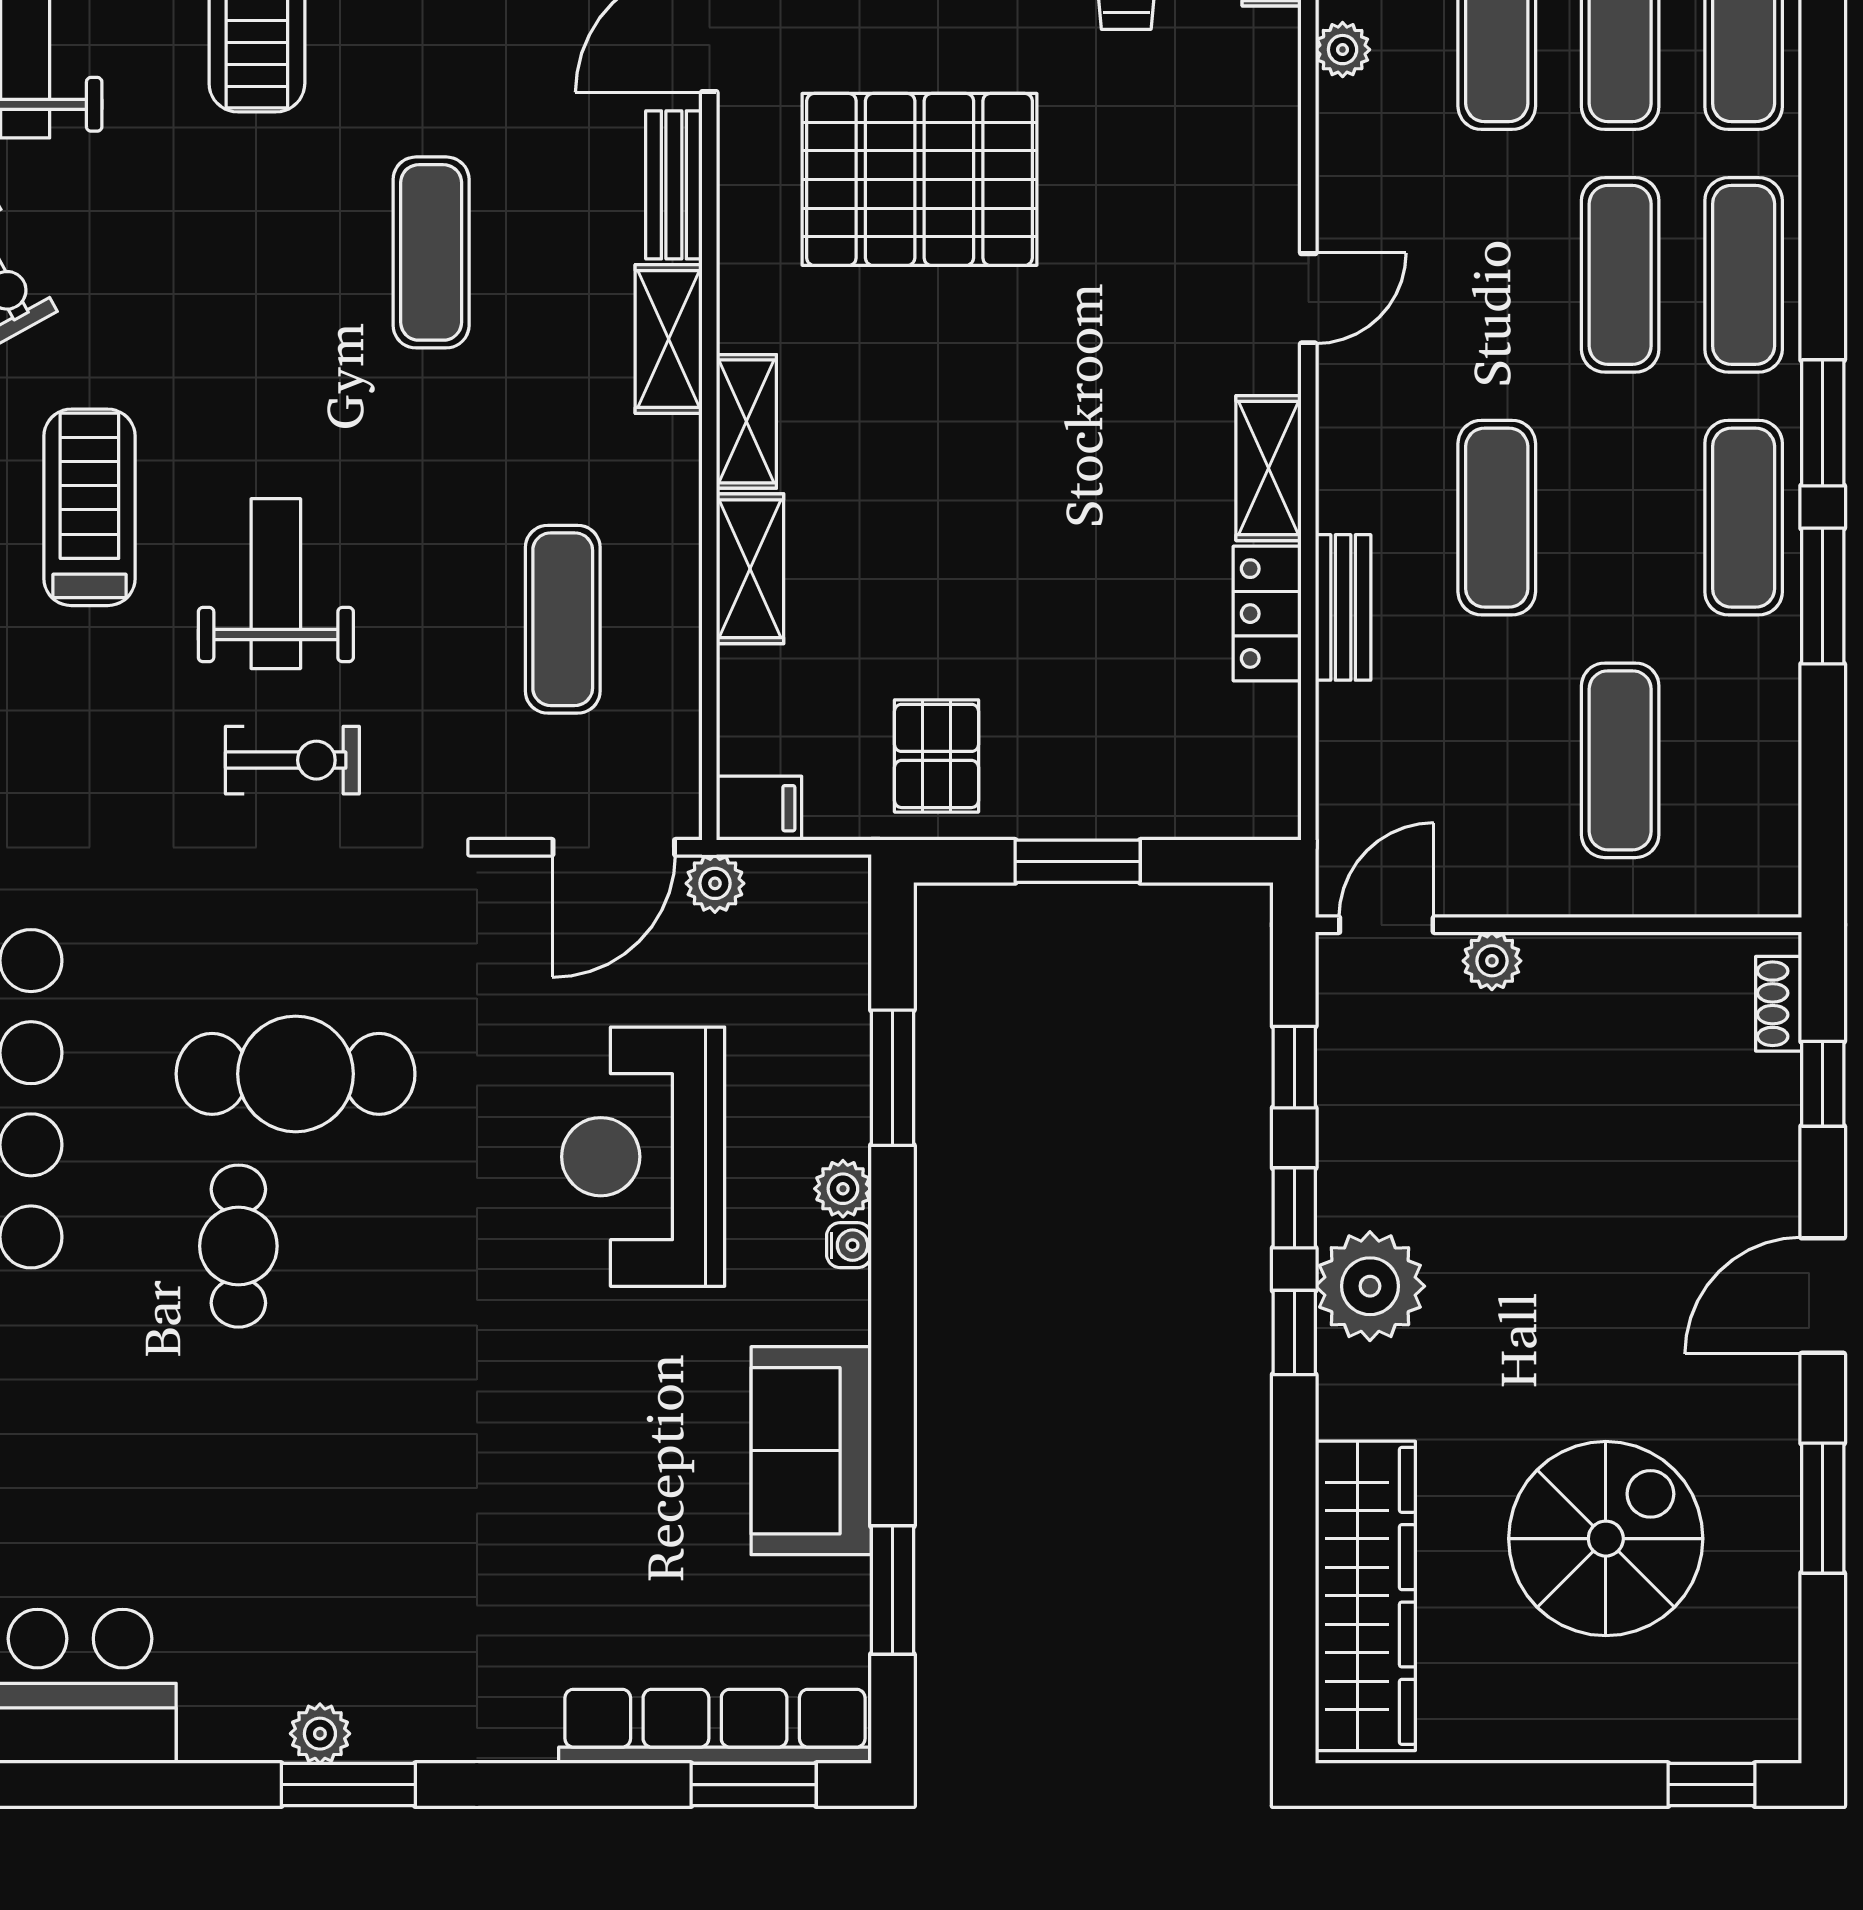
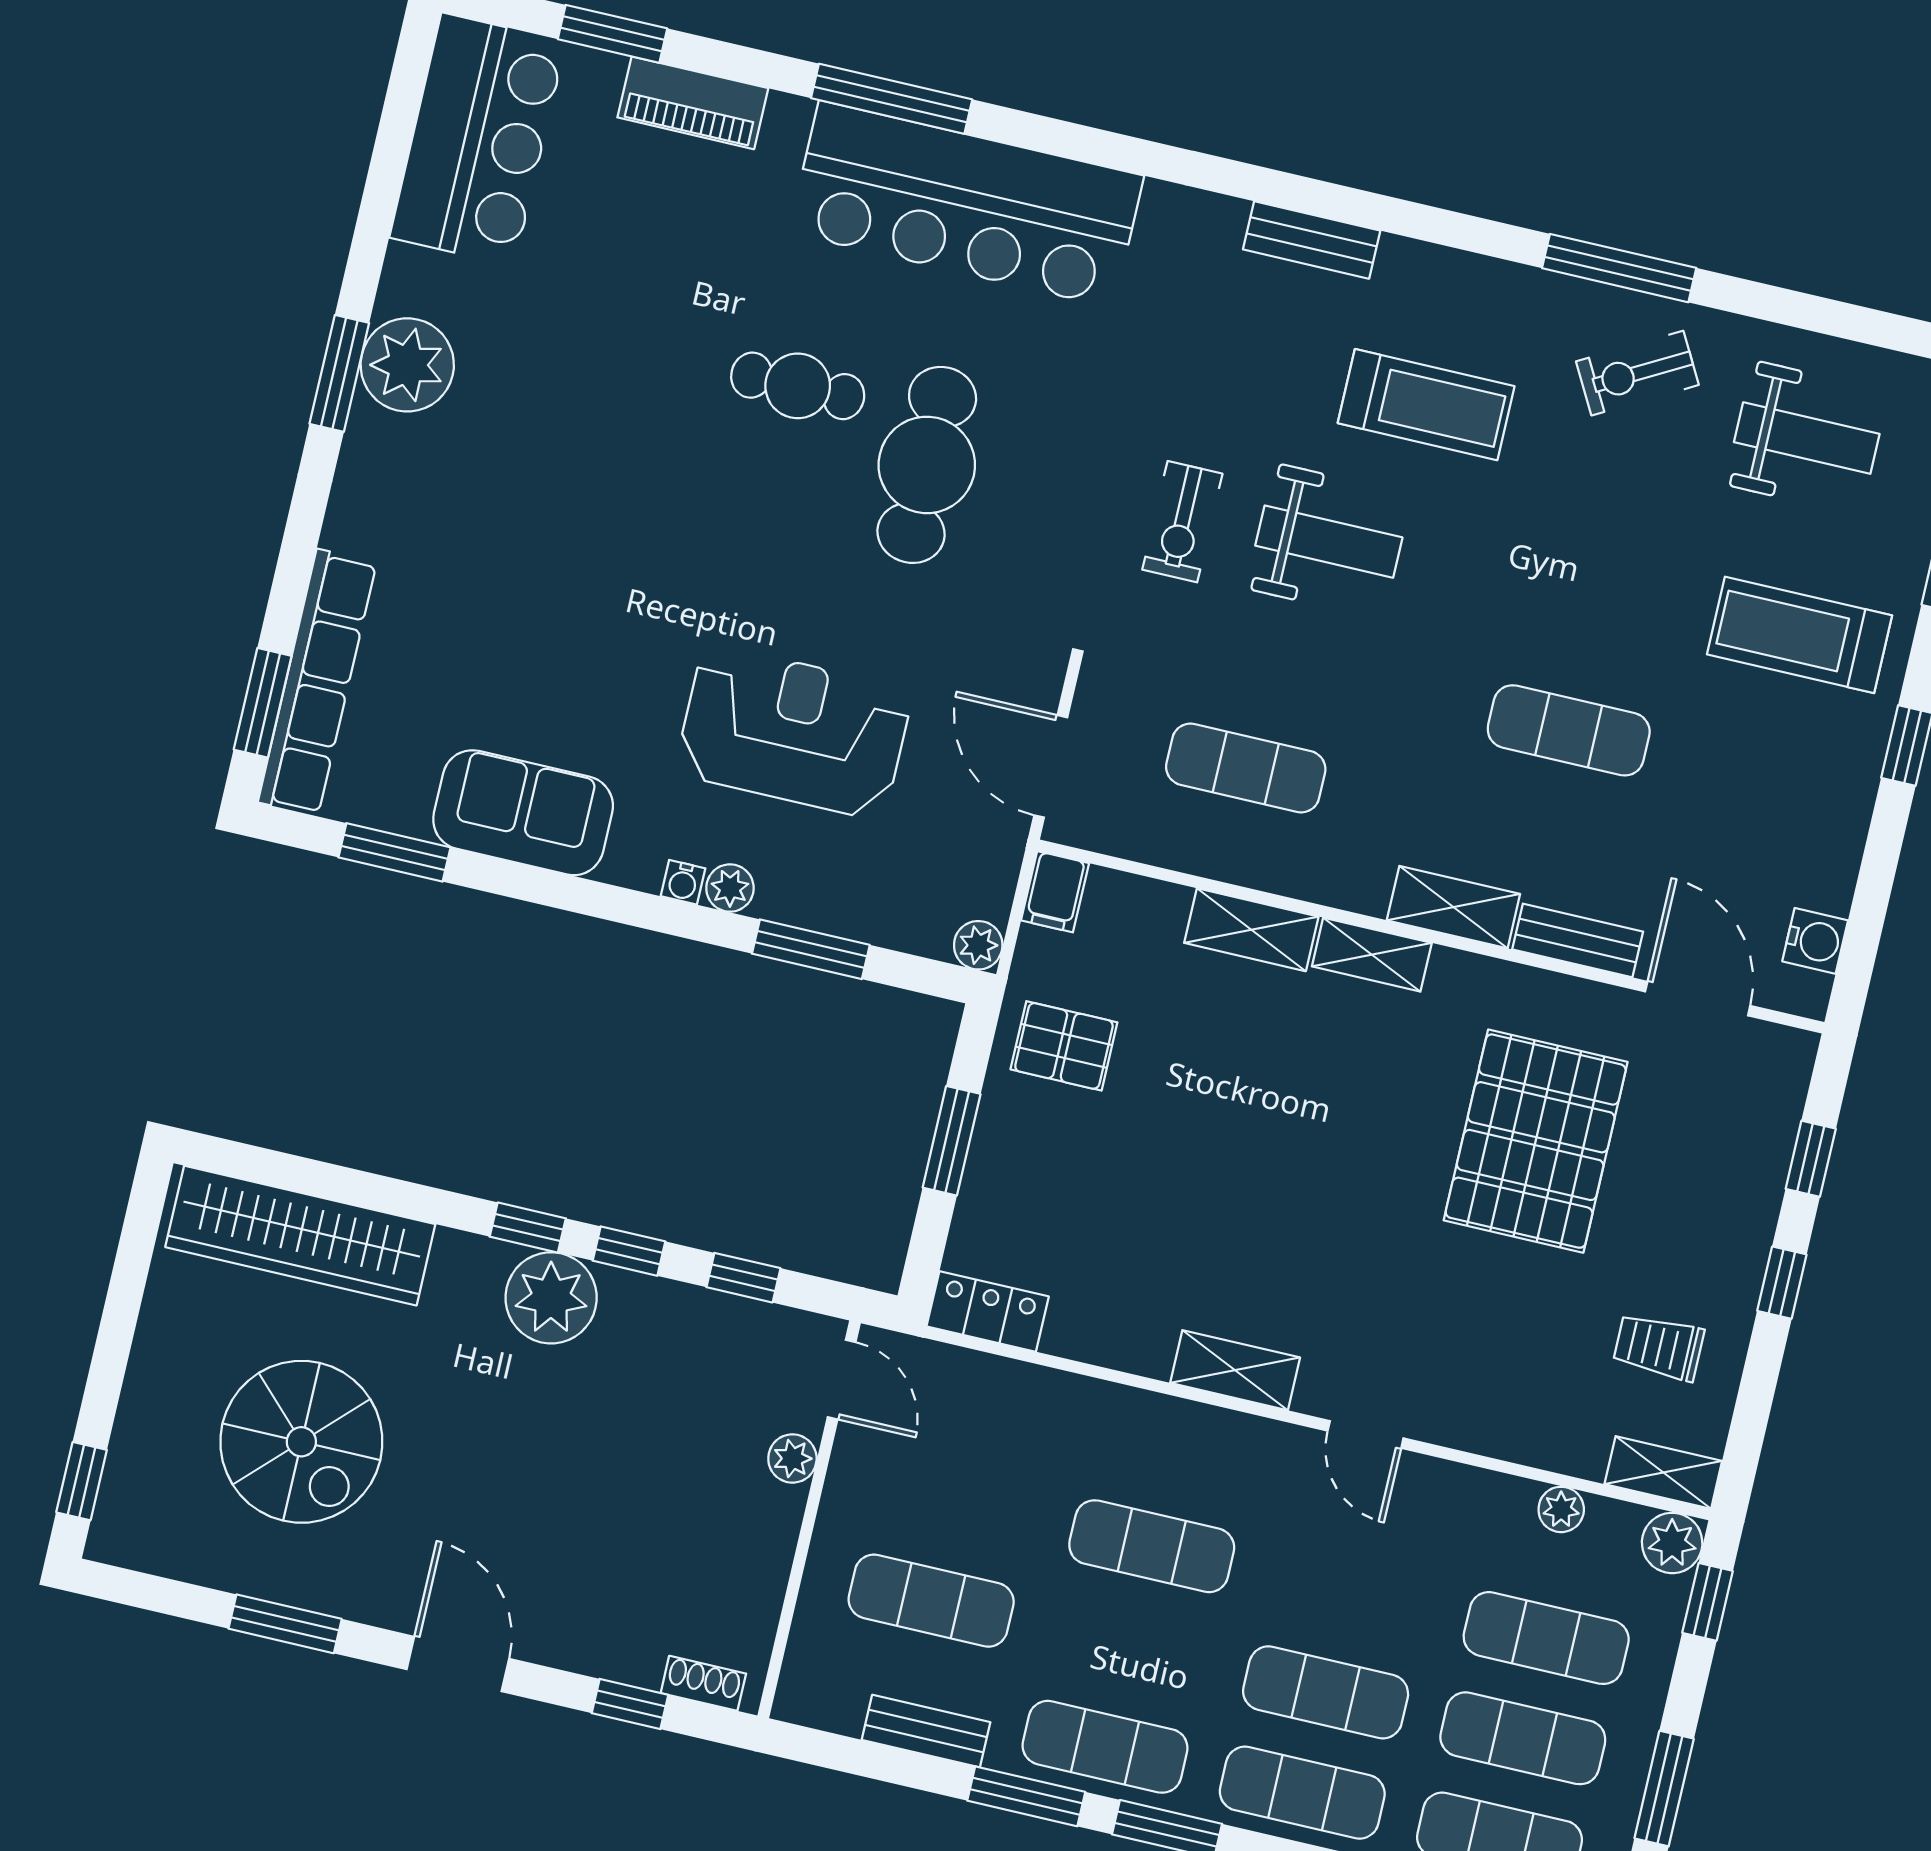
bench: (1343, 607) -> (926, 1731), moved
locker: (1267, 614) -> (988, 1311), moved
plant: (715, 883) -> (978, 945), moved
plant: (320, 1734) -> (407, 365), width x1.88, depth x1.88

